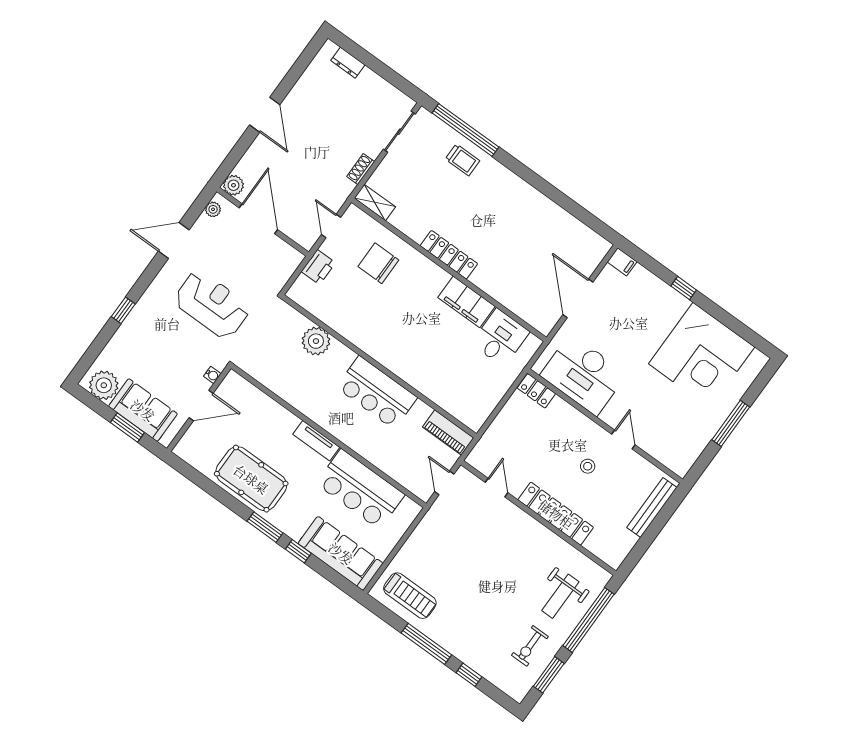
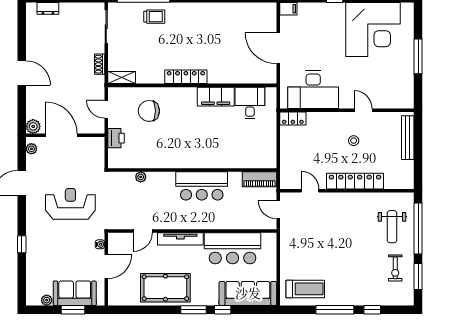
plant: (316, 341) -> (141, 177), width x0.53, depth x0.53
plant: (104, 385) -> (47, 300), width x0.53, depth x0.53
door: (272, 395) -> (143, 231), added
tv unit: (316, 441) -> (180, 239), width x1.41

